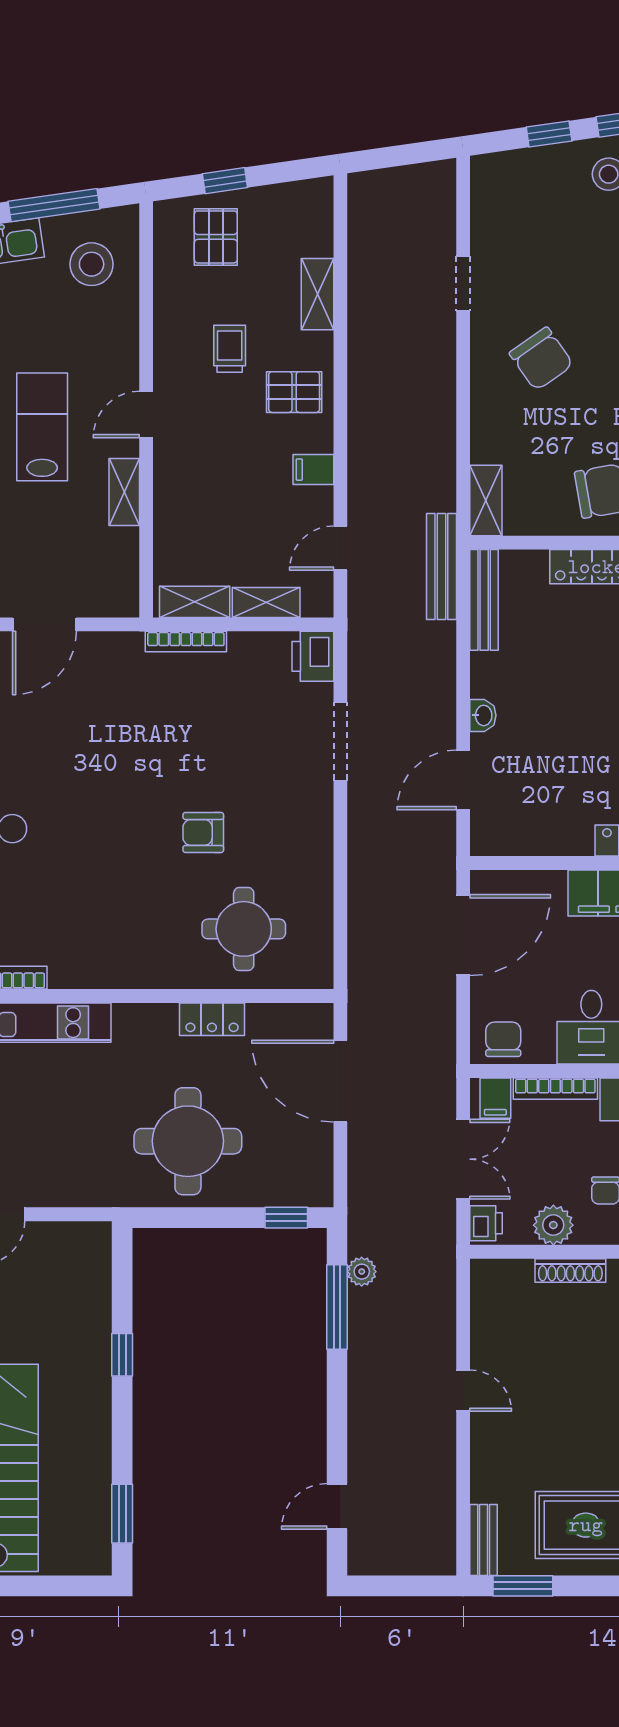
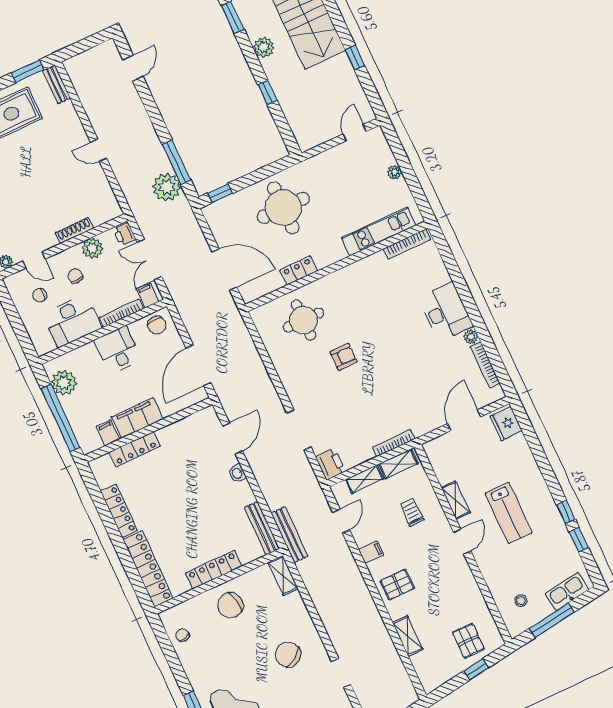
stool: (92, 264) -> (521, 601), width x0.53, depth x0.53
trolley: (230, 349) -> (412, 512), moved, turned 180
plant: (362, 1272) -> (167, 187), width x1.88, depth x1.88
plant: (92, 1437) -> (264, 47), added

